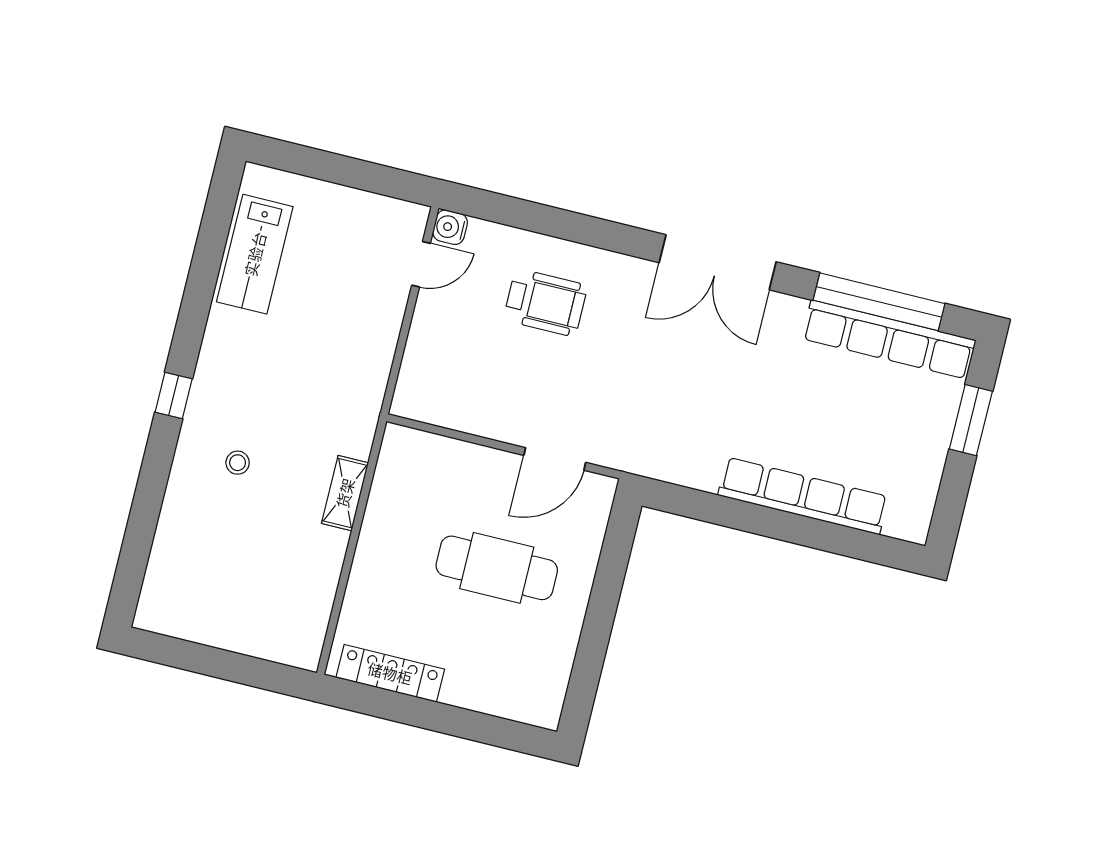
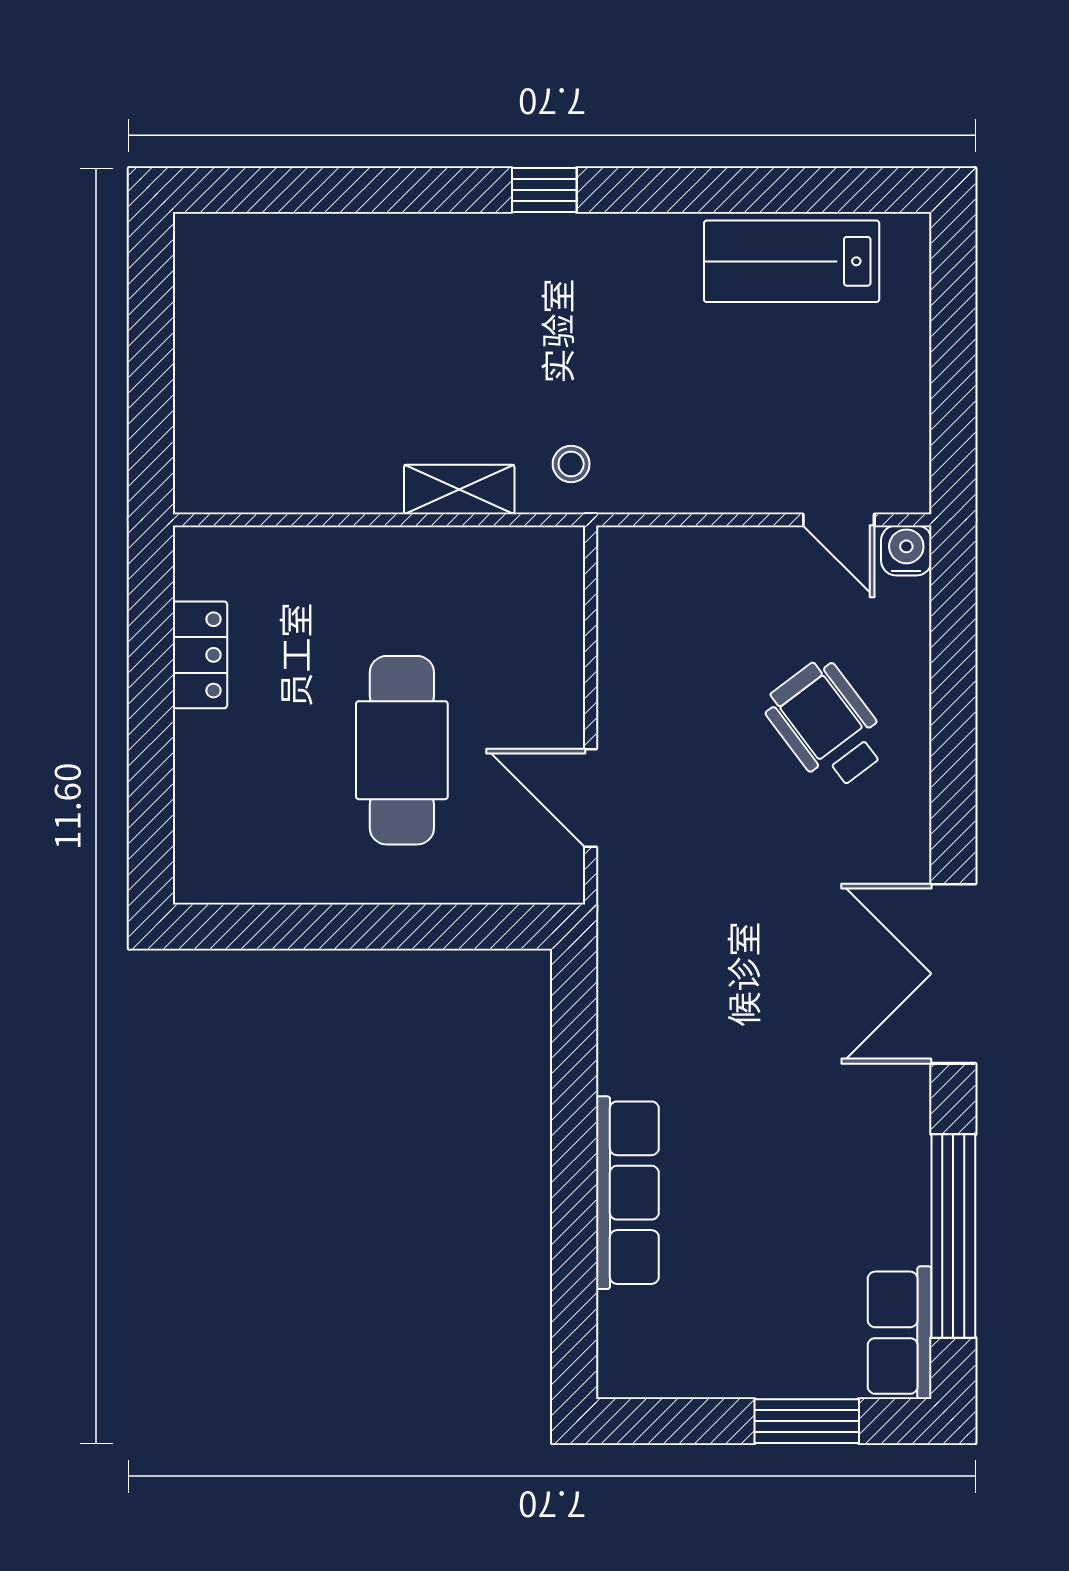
wheelchair: (545, 303) -> (827, 725), turned 143
row of seats: (889, 339) -> (900, 1333), width x0.50
stool: (238, 463) -> (571, 464), moved
row of seats: (803, 496) -> (627, 1193), width x0.73
locker: (390, 673) -> (200, 655), width x0.66

